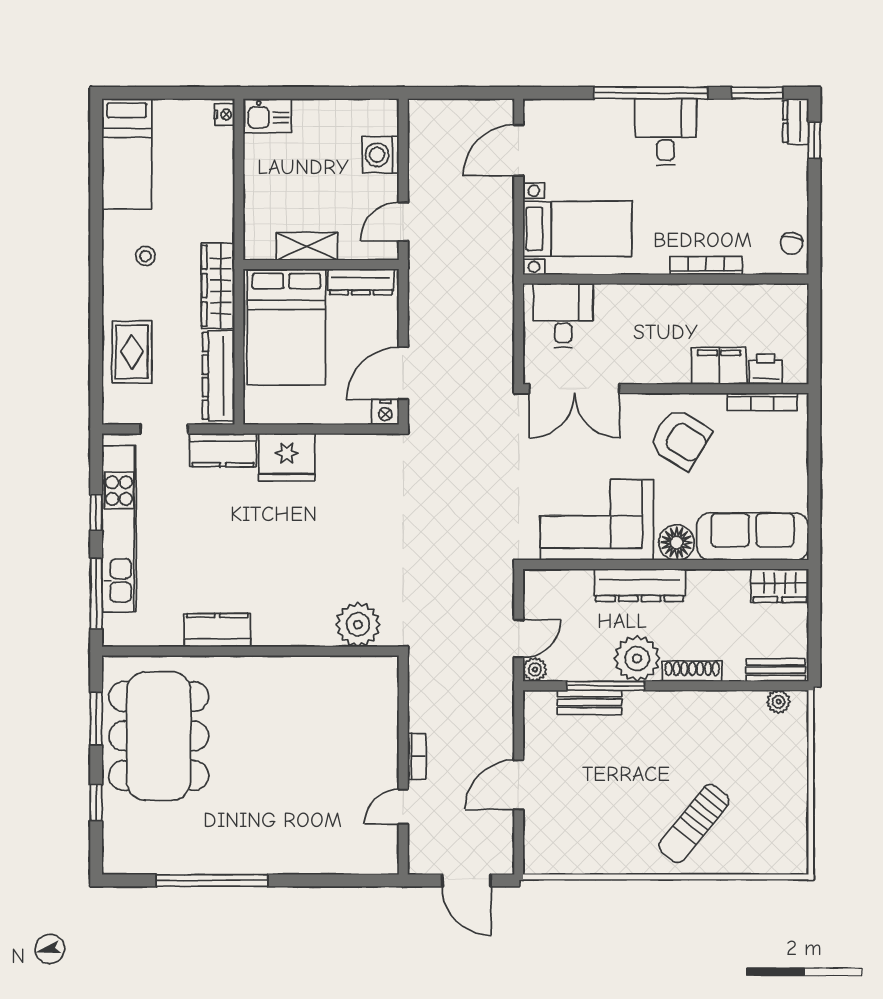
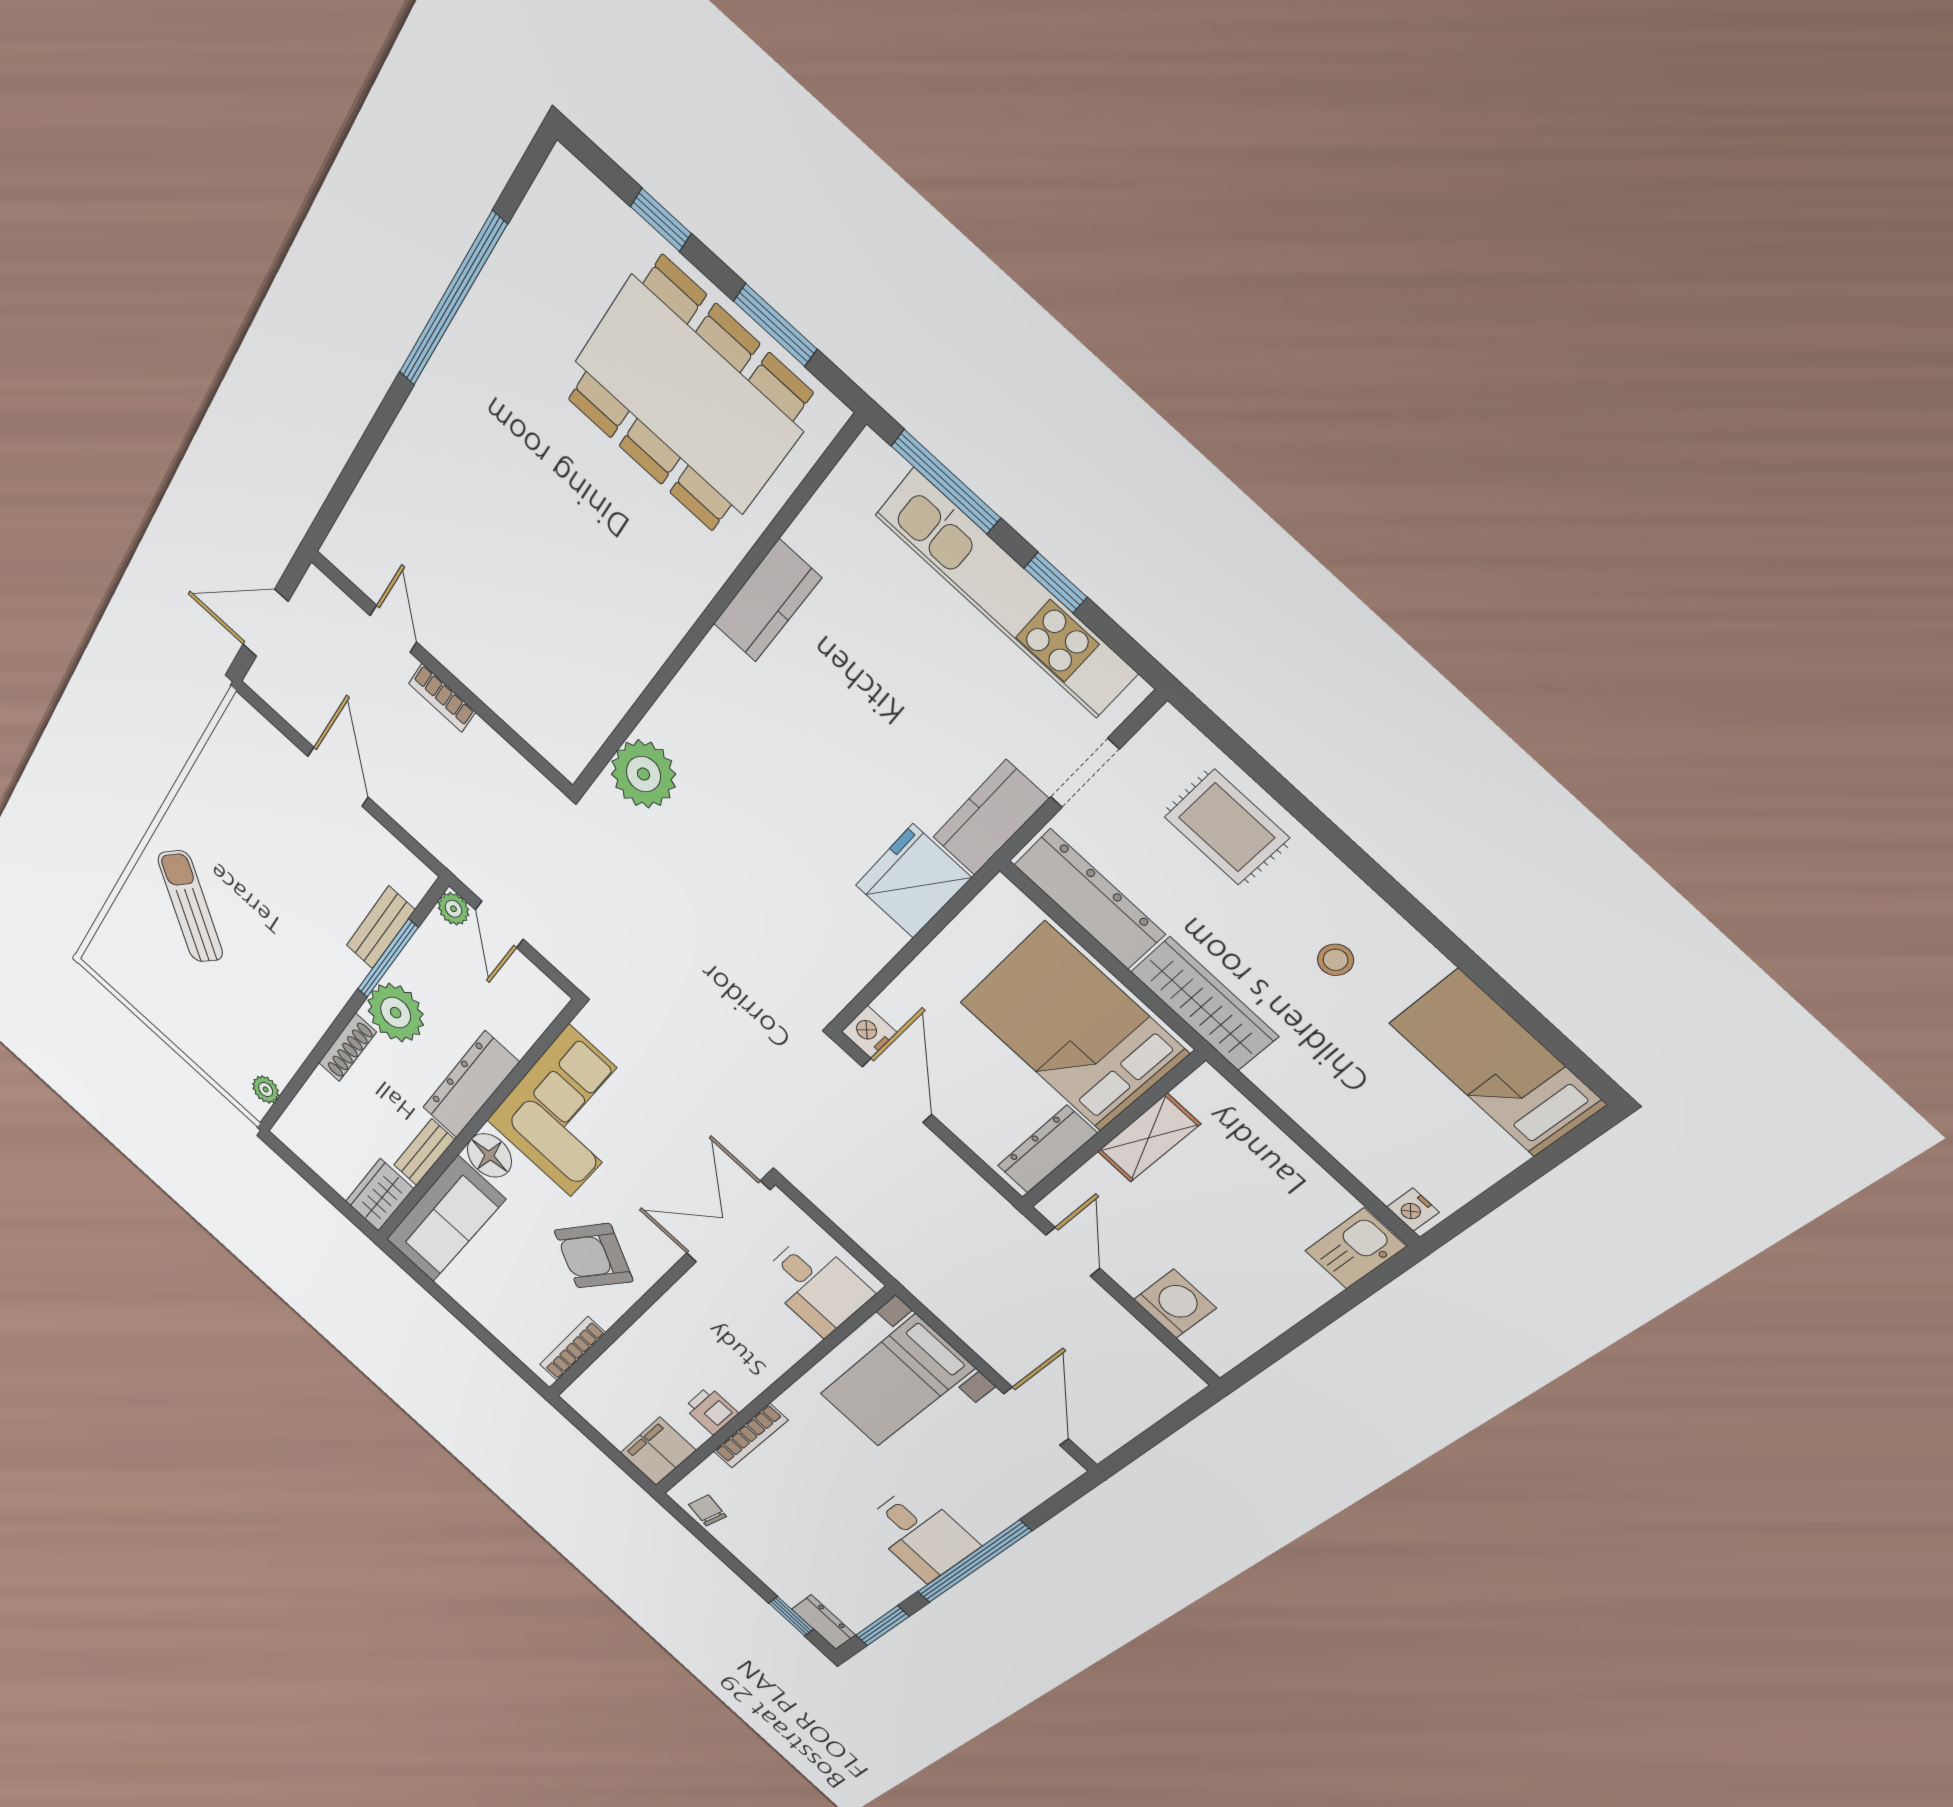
filing cabinet: (719, 366) -> (658, 1451), moved, turned 180
printer: (766, 369) -> (711, 1411), moved, turned 180
bench: (776, 670) -> (424, 1152), moved

